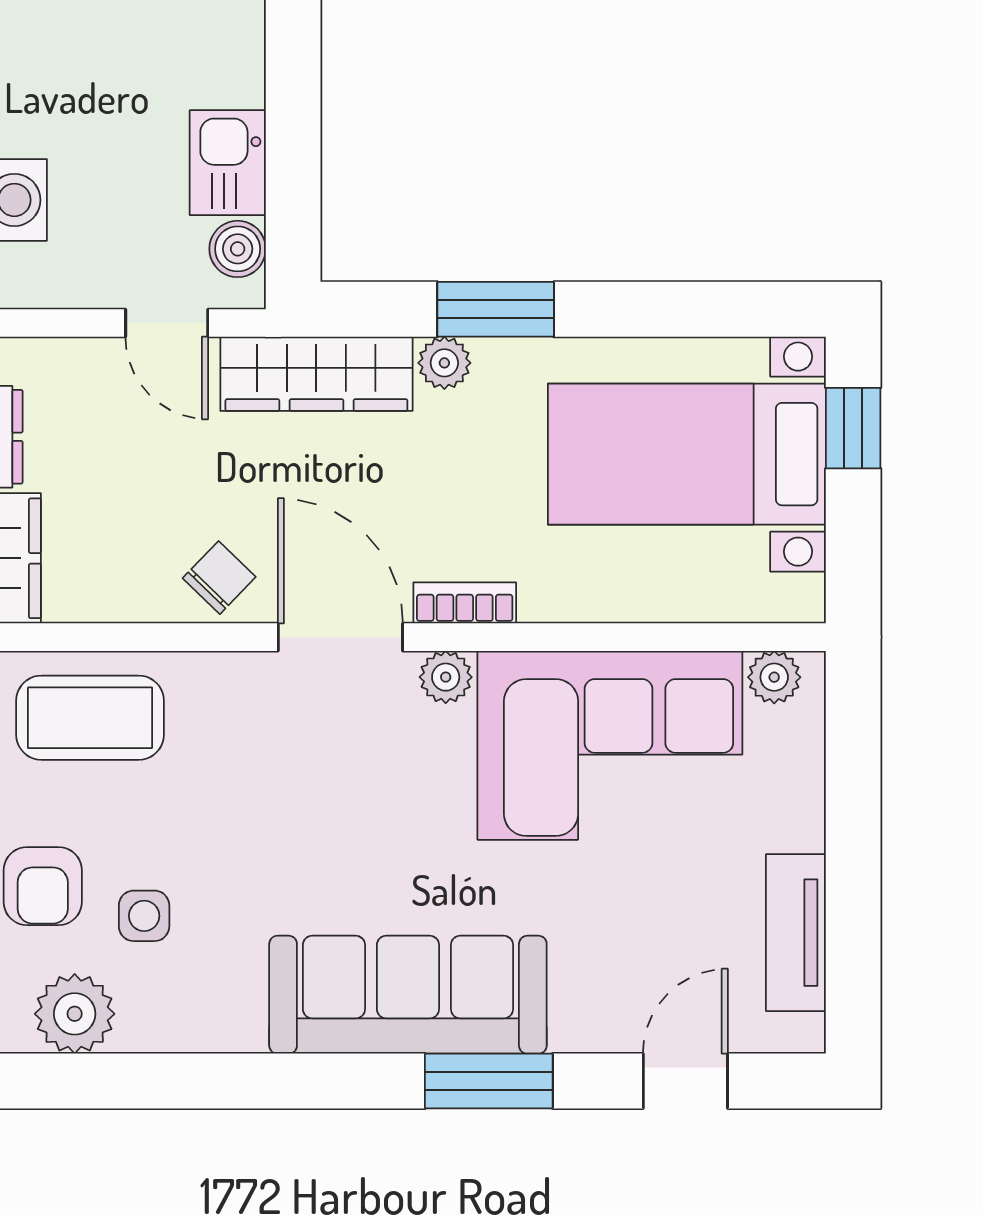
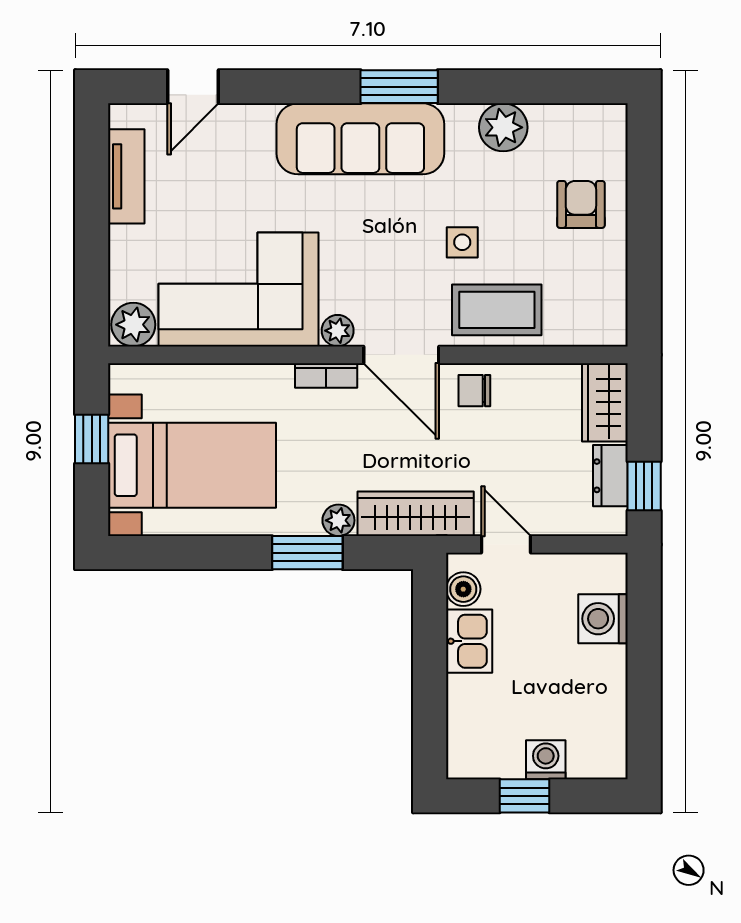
window: (853, 428) -> (92, 439), moved
chair: (219, 578) -> (474, 391), turned 46
plant: (774, 677) -> (133, 325), width x1.38, depth x1.38
coffee table: (90, 718) -> (497, 310), moved
side table: (144, 916) -> (462, 242), moved
plant: (75, 1014) -> (503, 127), moved
window: (489, 1081) -> (399, 87), moved

